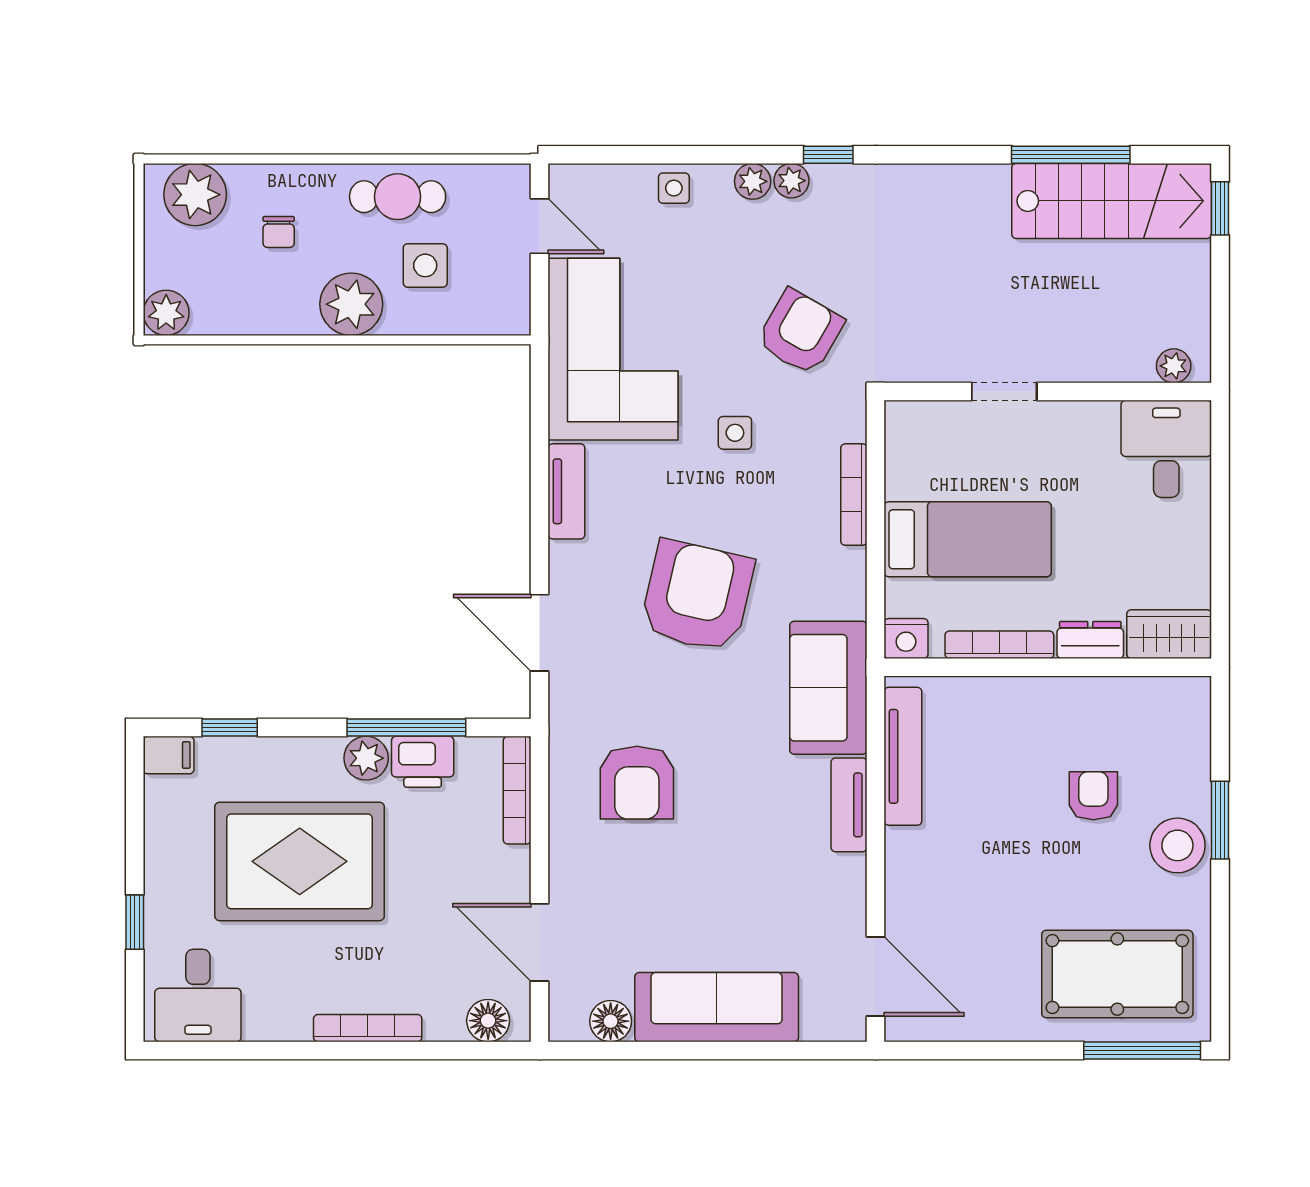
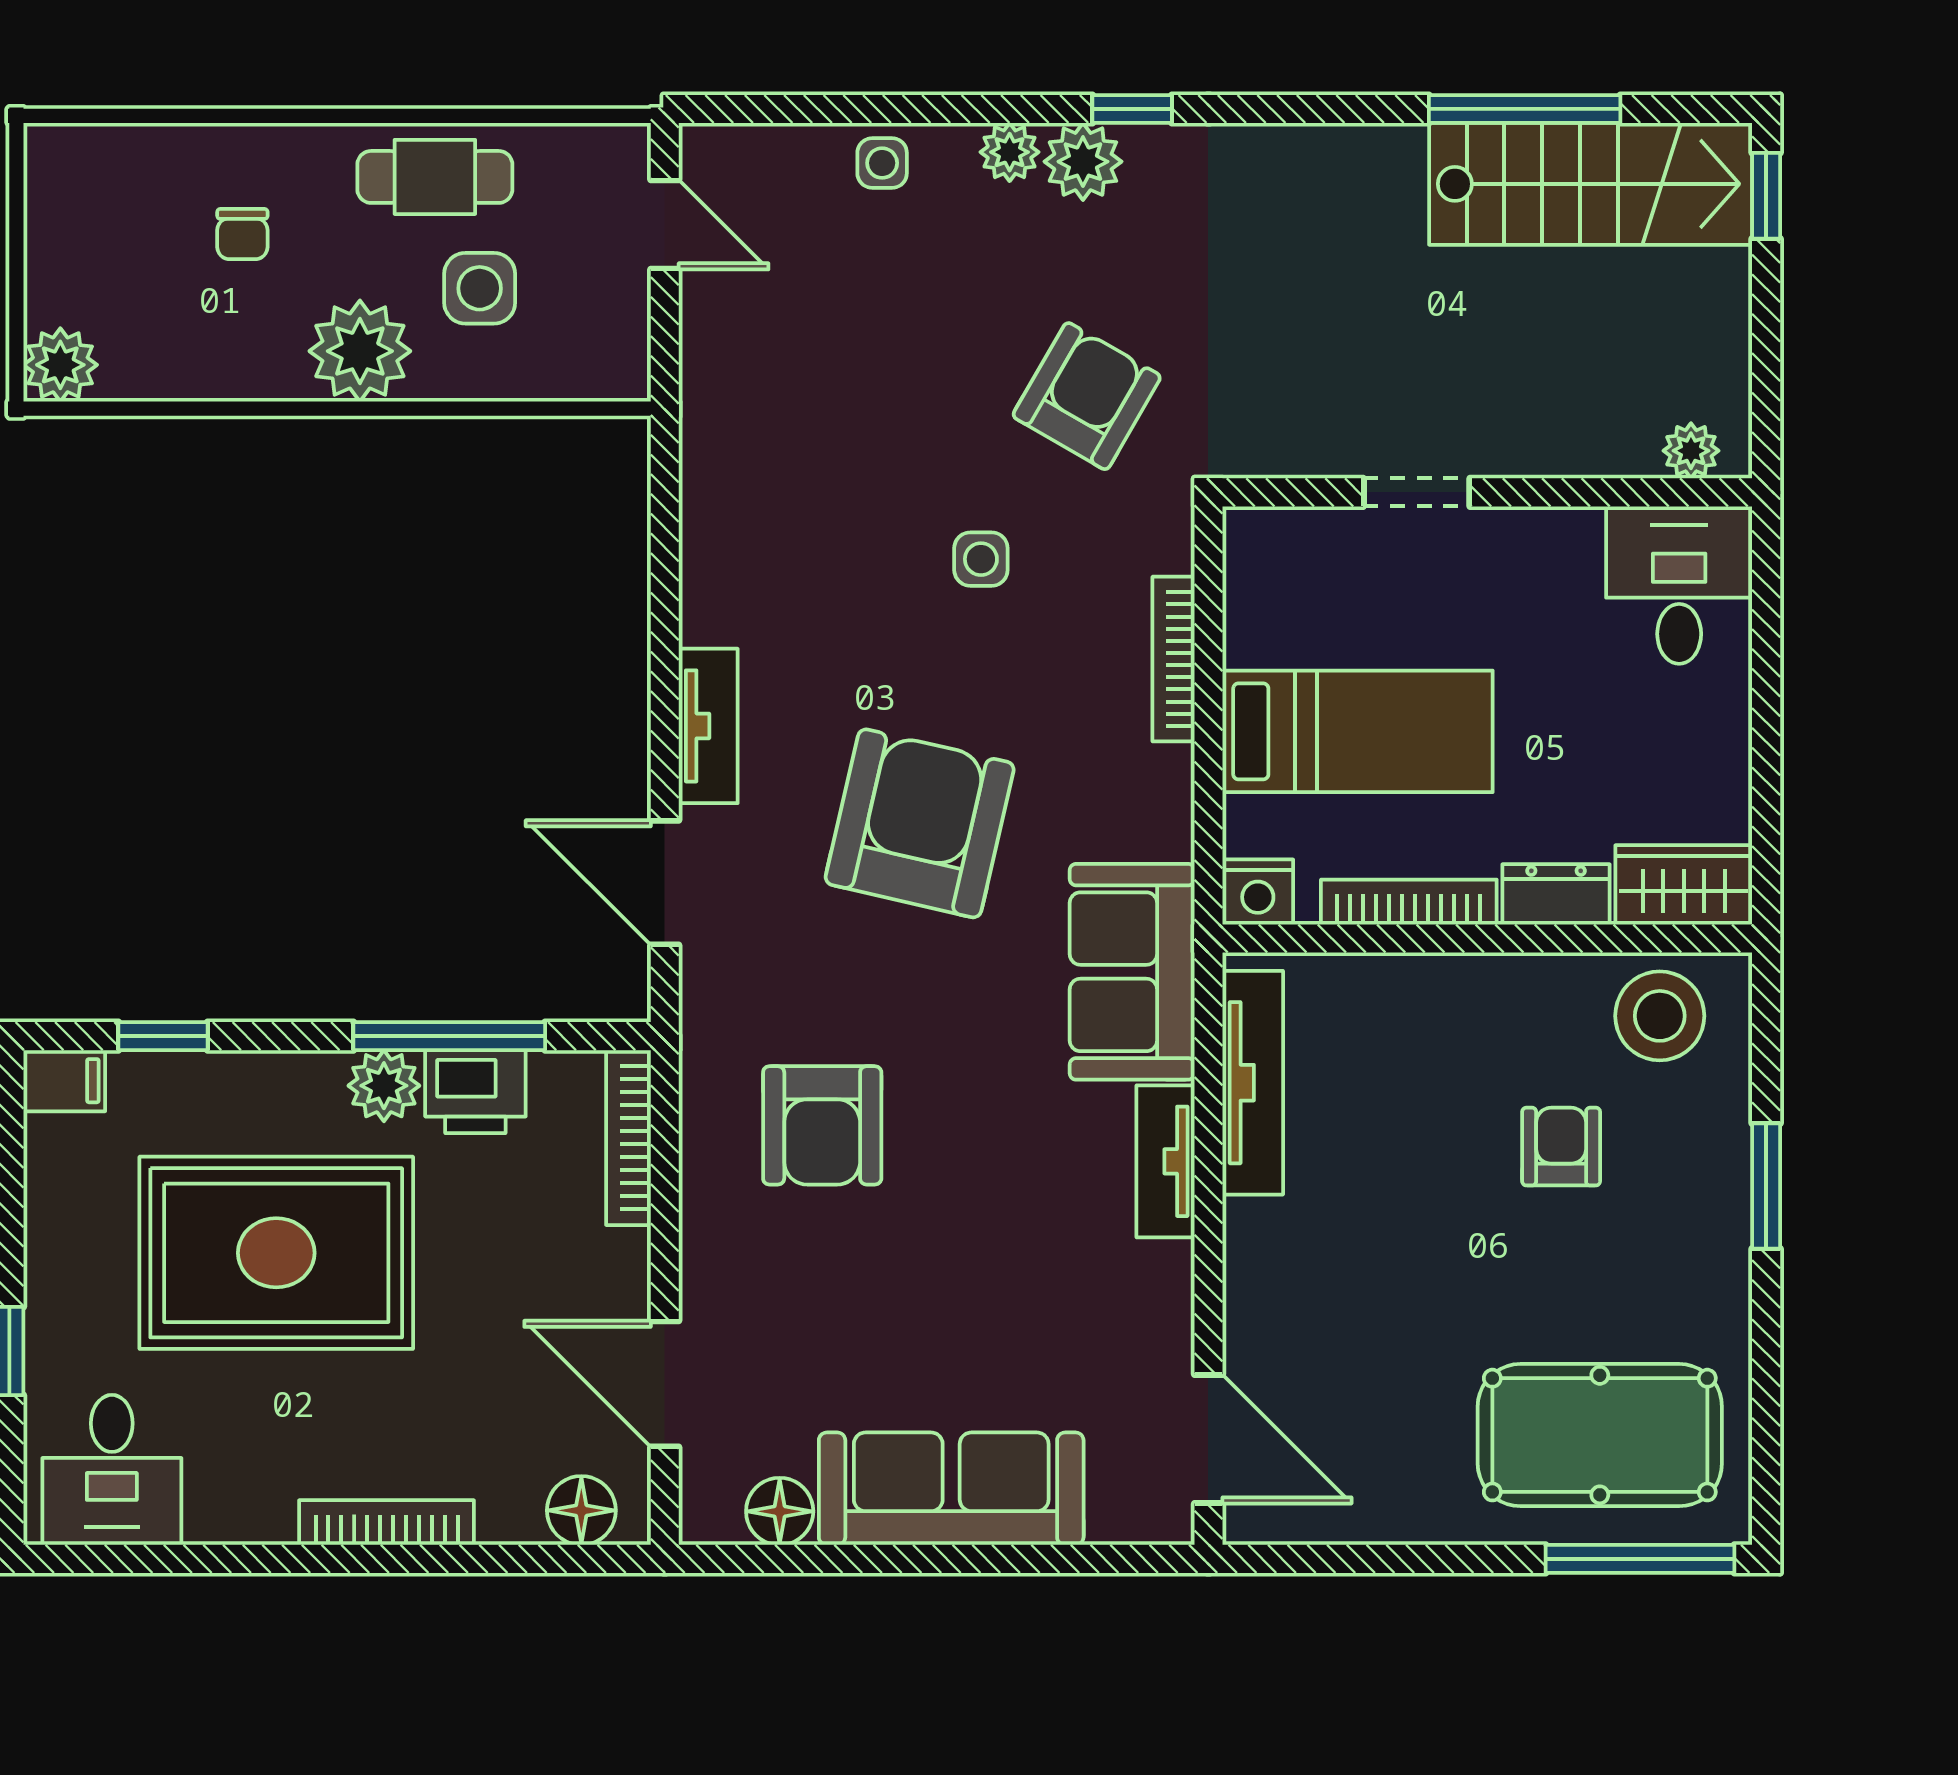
plant: (791, 181) -> (1083, 162), width x1.38, depth x1.38
plant: (195, 195) -> (107, 173), removed
corner sofa: (613, 349) -> (784, 424), removed
tv unit: (566, 491) -> (708, 726), moved
stool: (1177, 845) -> (1660, 1016), moved

